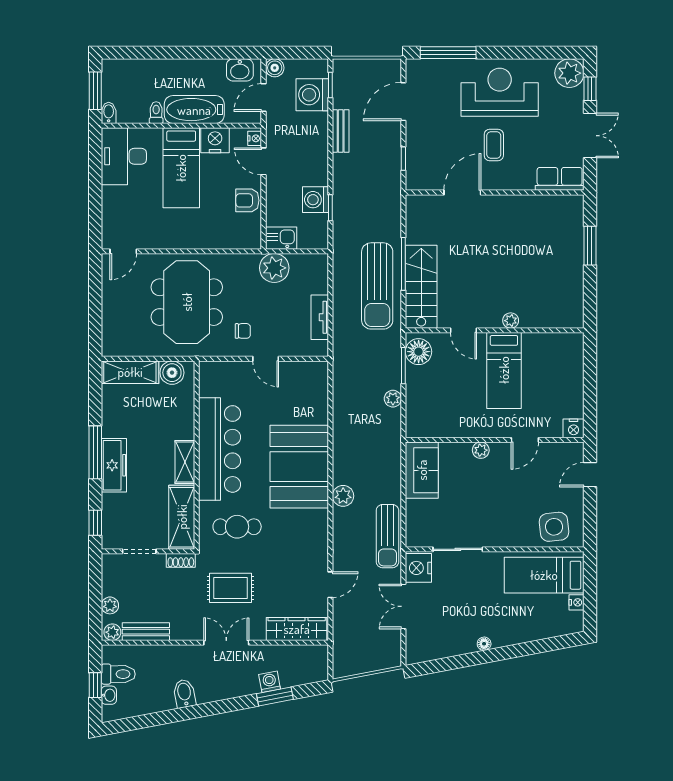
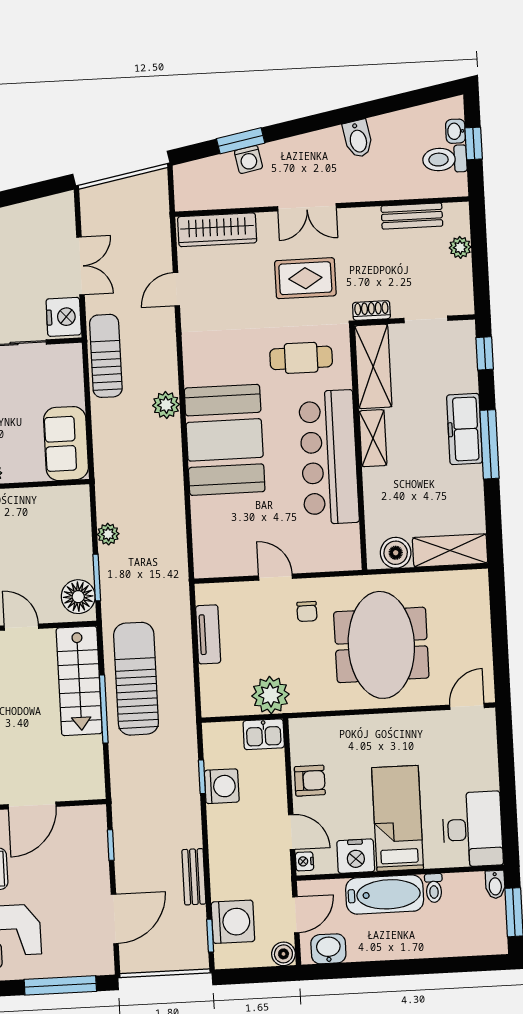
chair: (243, 331) -> (307, 611), turned -90
plant: (112, 632) -> (455, 213), removed

